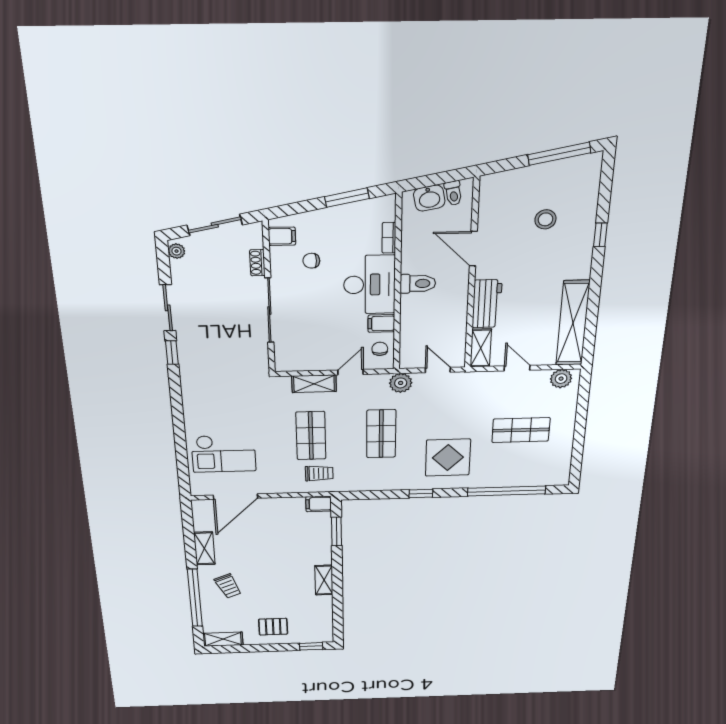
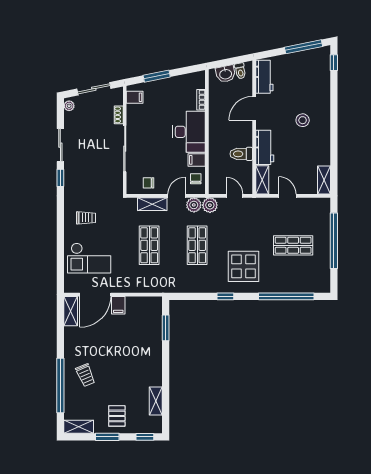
window: (347, 198) -> (157, 76), moved
workbench: (492, 201) -> (264, 77), added
stool: (545, 219) -> (303, 120), moved
window: (600, 235) -> (334, 63), moved
door: (473, 249) -> (254, 108), hinge flipped
chair: (311, 261) -> (149, 183), moved
toilet: (418, 284) -> (241, 154), moved, turned 180
shelving: (573, 323) -> (324, 180), width x0.45, depth x0.75
plant: (561, 379) -> (194, 205), moved
window: (580, 423) -> (334, 241), added
trolley: (319, 473) -> (86, 218), moved
filing cabinet: (319, 504) -> (118, 305), moved, turned -90
shelving: (204, 548) -> (71, 311), moved
shelving: (324, 580) -> (156, 401), moved
pallet: (273, 627) -> (117, 416), turned 90
window: (262, 648) -> (107, 437), added

